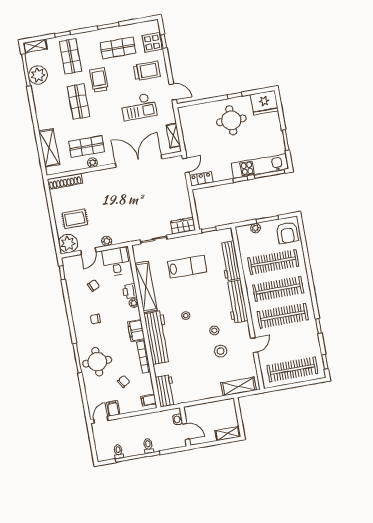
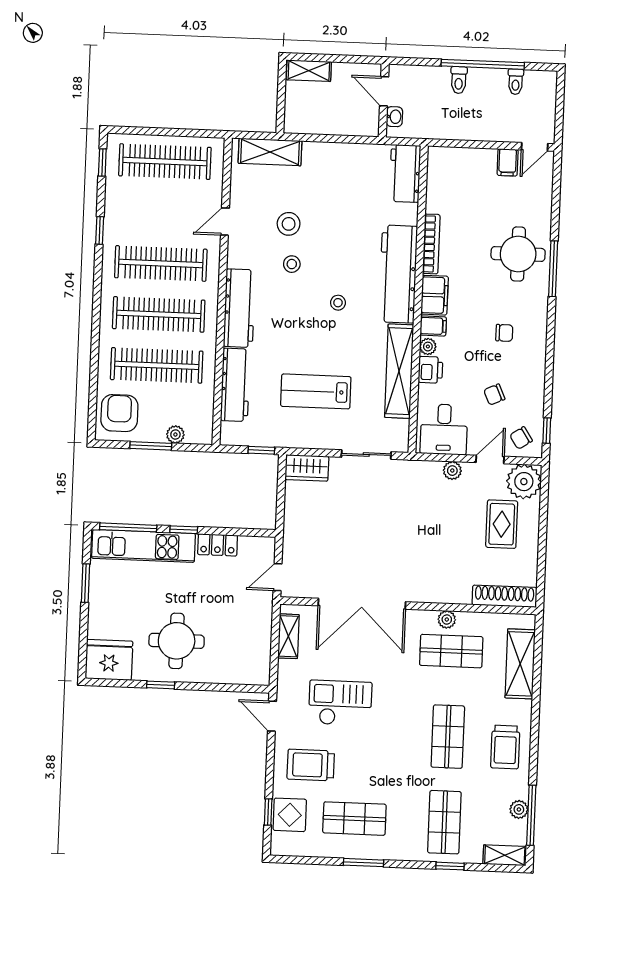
plant: (38, 75) -> (519, 809), width x0.53, depth x0.53
trolley: (99, 80) -> (505, 747), moved
locker: (201, 179) -> (218, 545), moved
rug: (75, 219) -> (502, 524), turned 90
chair: (124, 381) -> (521, 438), moved
filing cabinet: (149, 400) -> (433, 326), moved

